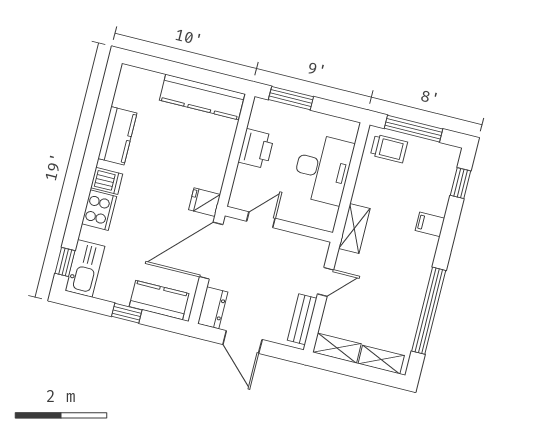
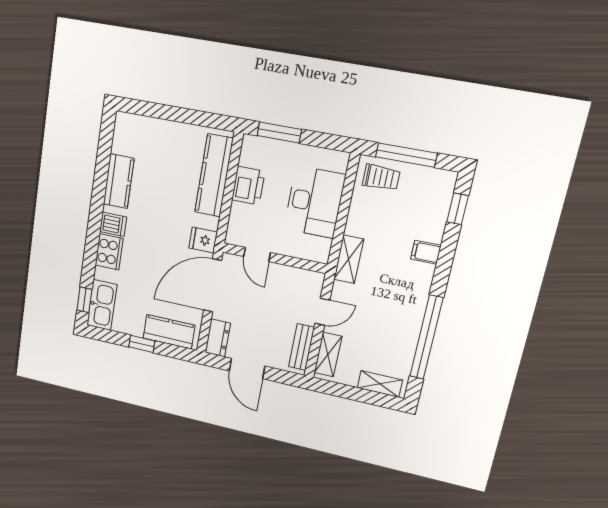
kitchen counter: (202, 97) -> (214, 176), moved, turned 90
door: (261, 220) -> (257, 255), swing flipped
shelving: (337, 348) -> (328, 355), moved, turned 90

